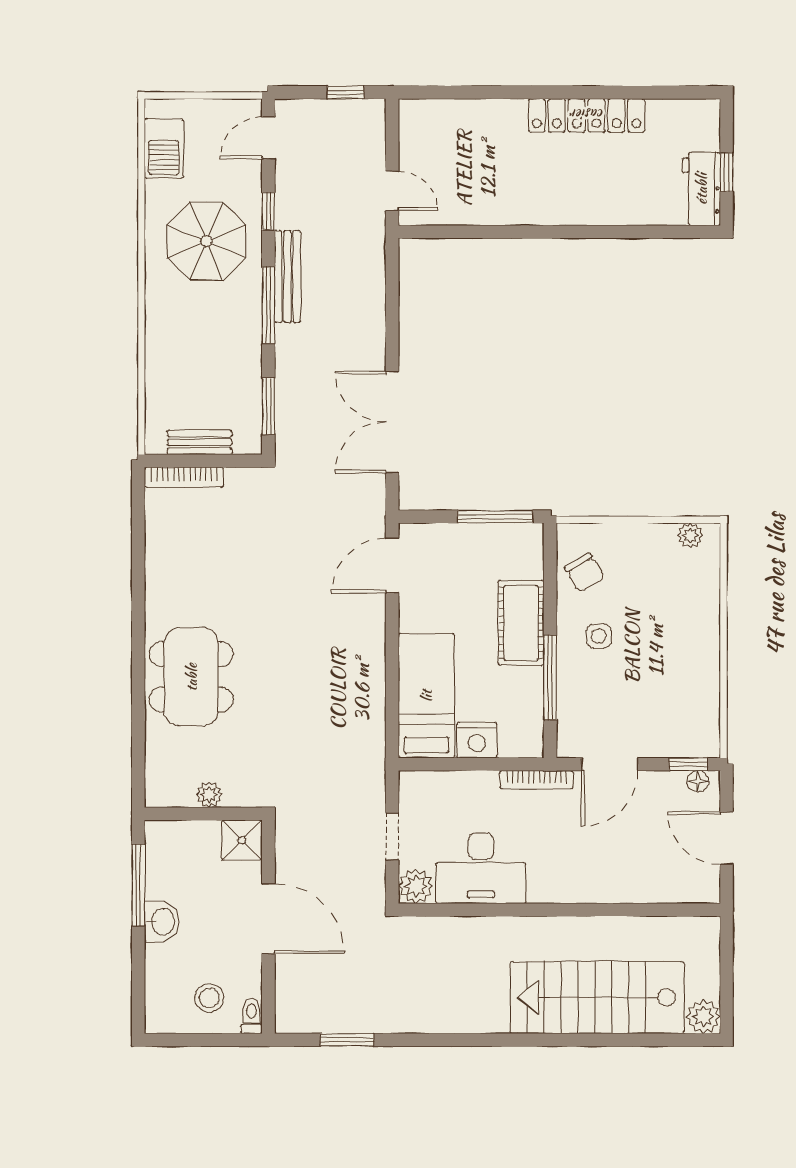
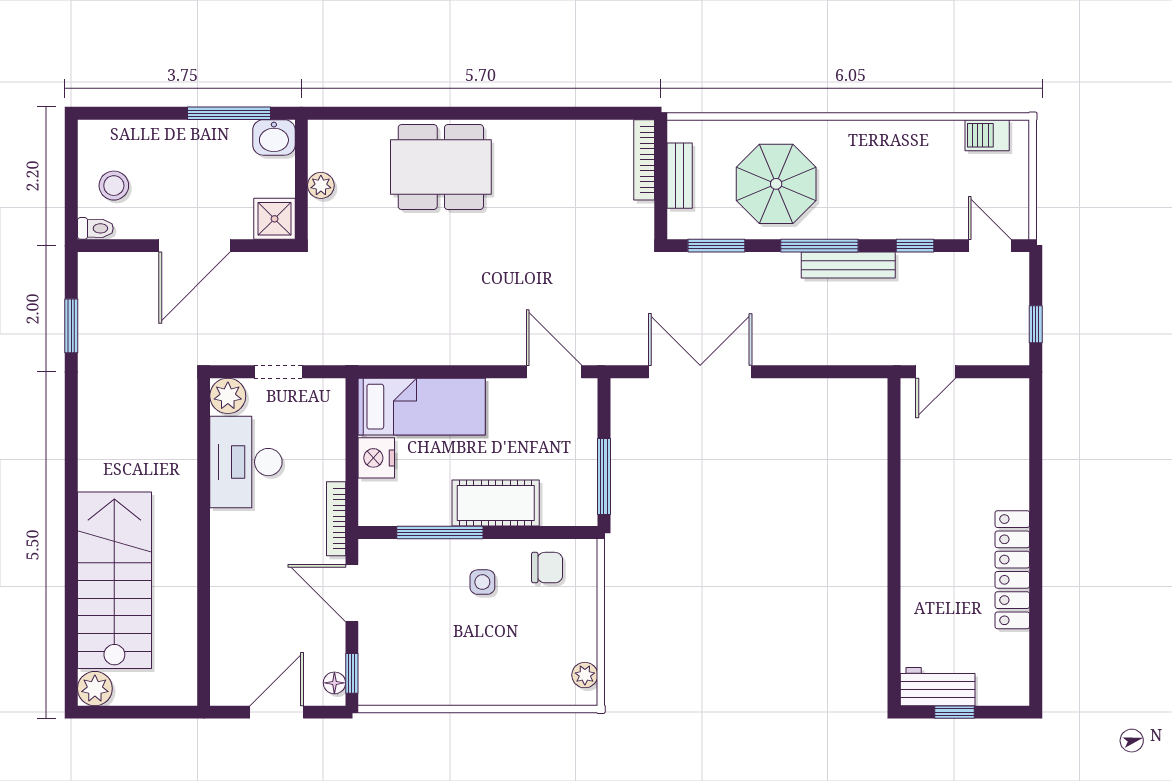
barbecue: (164, 148) -> (987, 135), width x0.73, depth x0.79
parasol: (206, 241) -> (776, 184), moved
chair: (585, 573) -> (547, 568), turned -149
washbasin: (162, 922) -> (274, 137), moved

